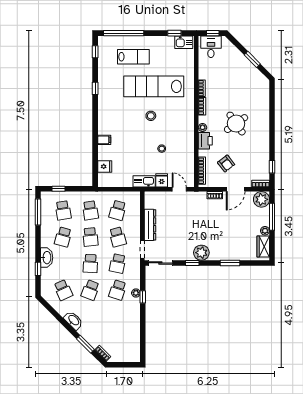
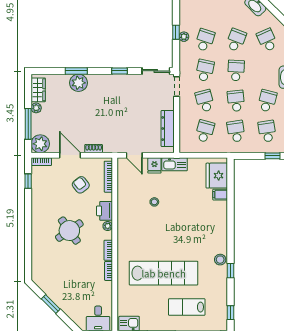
stool: (151, 116) -> (220, 260), moved
filing cabinet: (104, 140) -> (220, 195), moved
fridge: (105, 166) -> (217, 176), width x1.88, depth x1.34
door: (236, 189) -> (70, 155), hinge flipped
dresser: (150, 225) -> (168, 129), moved
plant: (201, 253) -> (78, 83), moved

